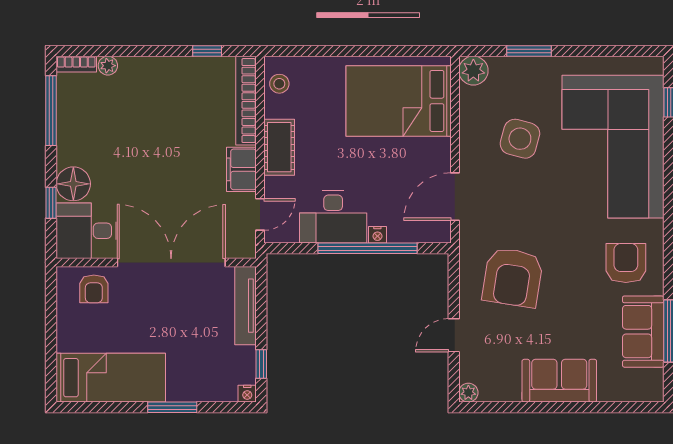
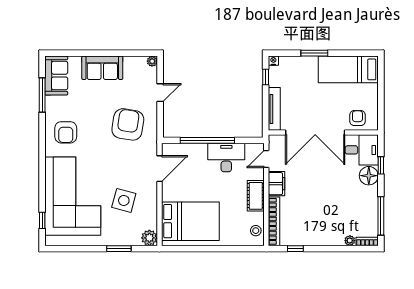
nightstand: (377, 235) -> (202, 148), removed
sofa: (643, 332) -> (56, 76), moved

